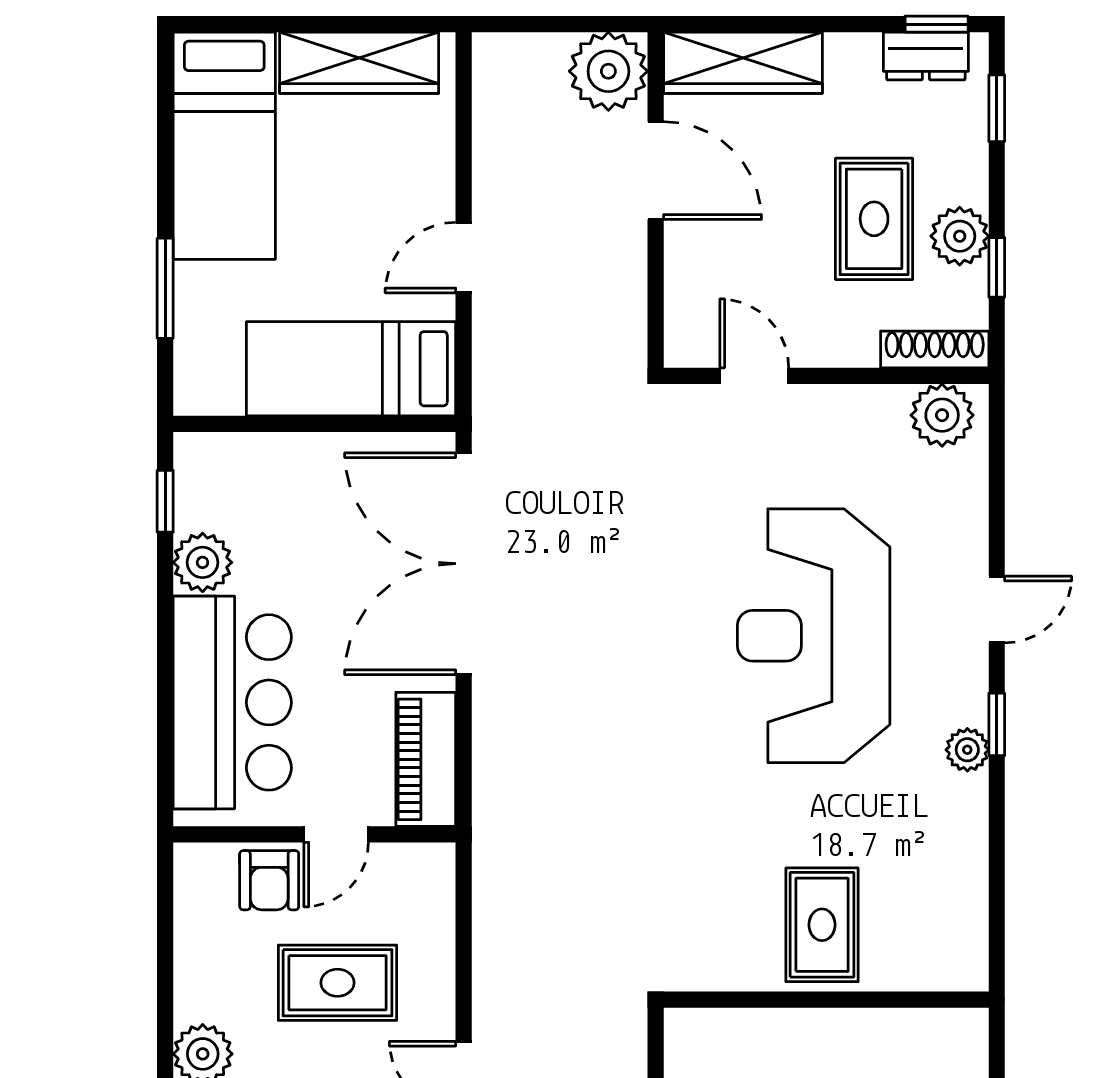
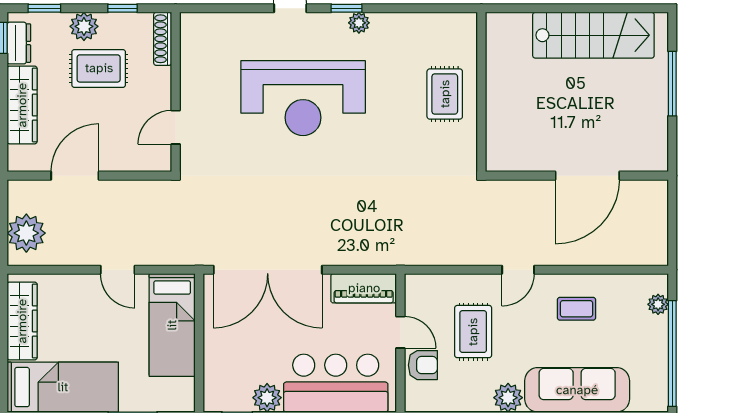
wardrobe: (743, 63) -> (22, 105), moved
plant: (608, 71) -> (26, 233), moved
plant: (960, 236) -> (84, 26), moved
plant: (942, 415) -> (195, 35), removed
rug: (822, 925) -> (445, 94), turned 90

